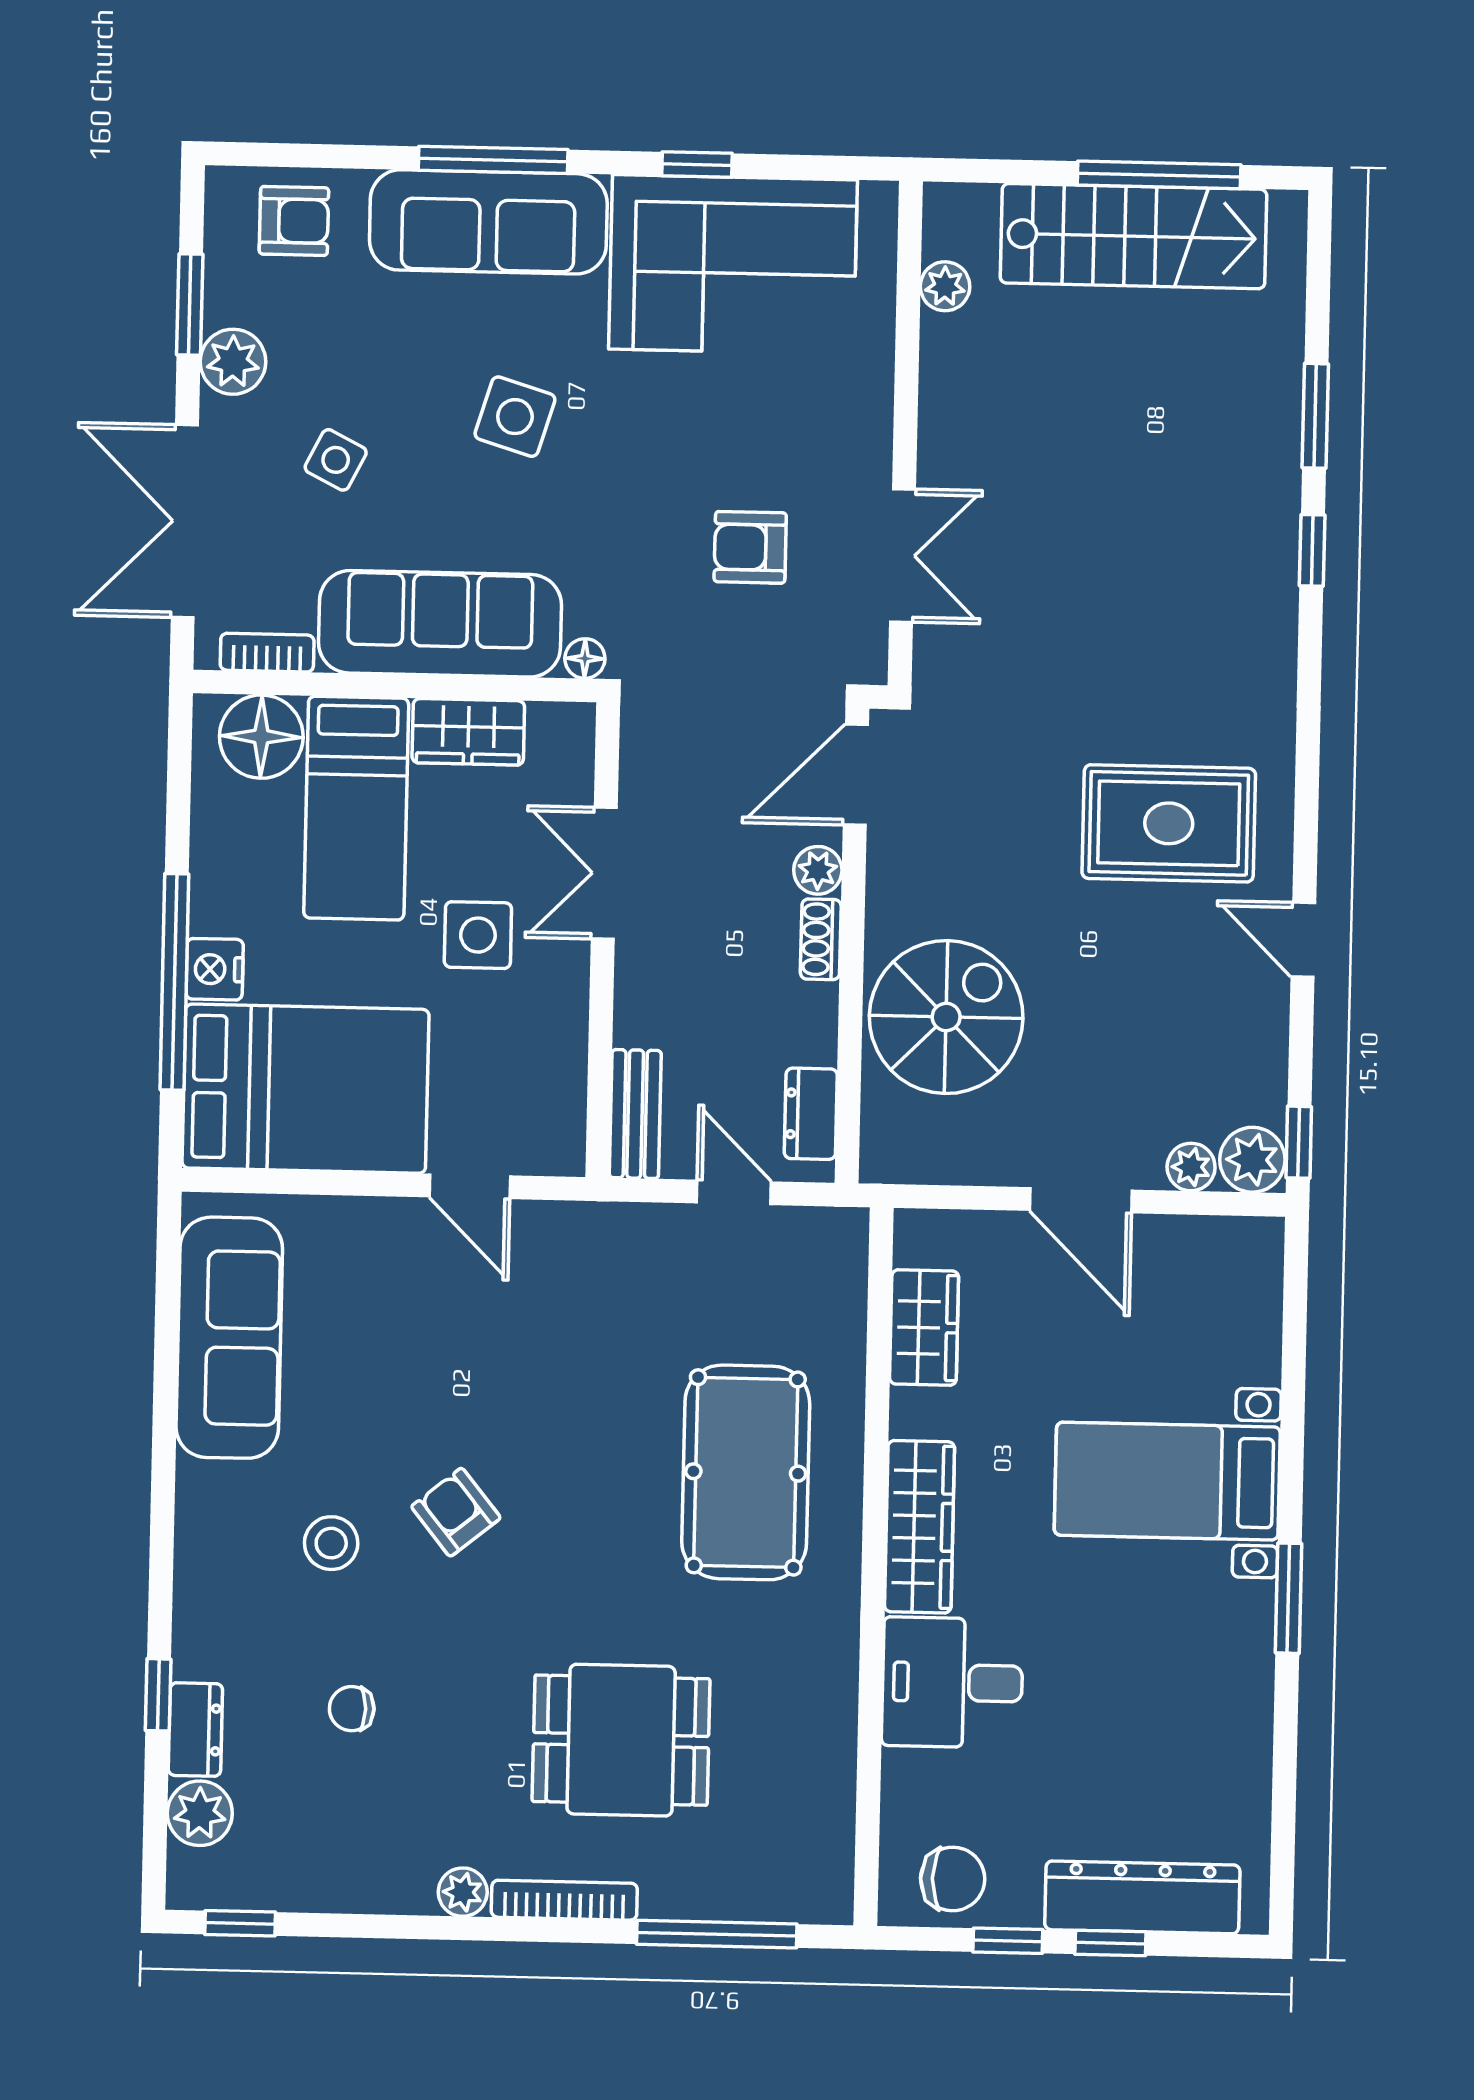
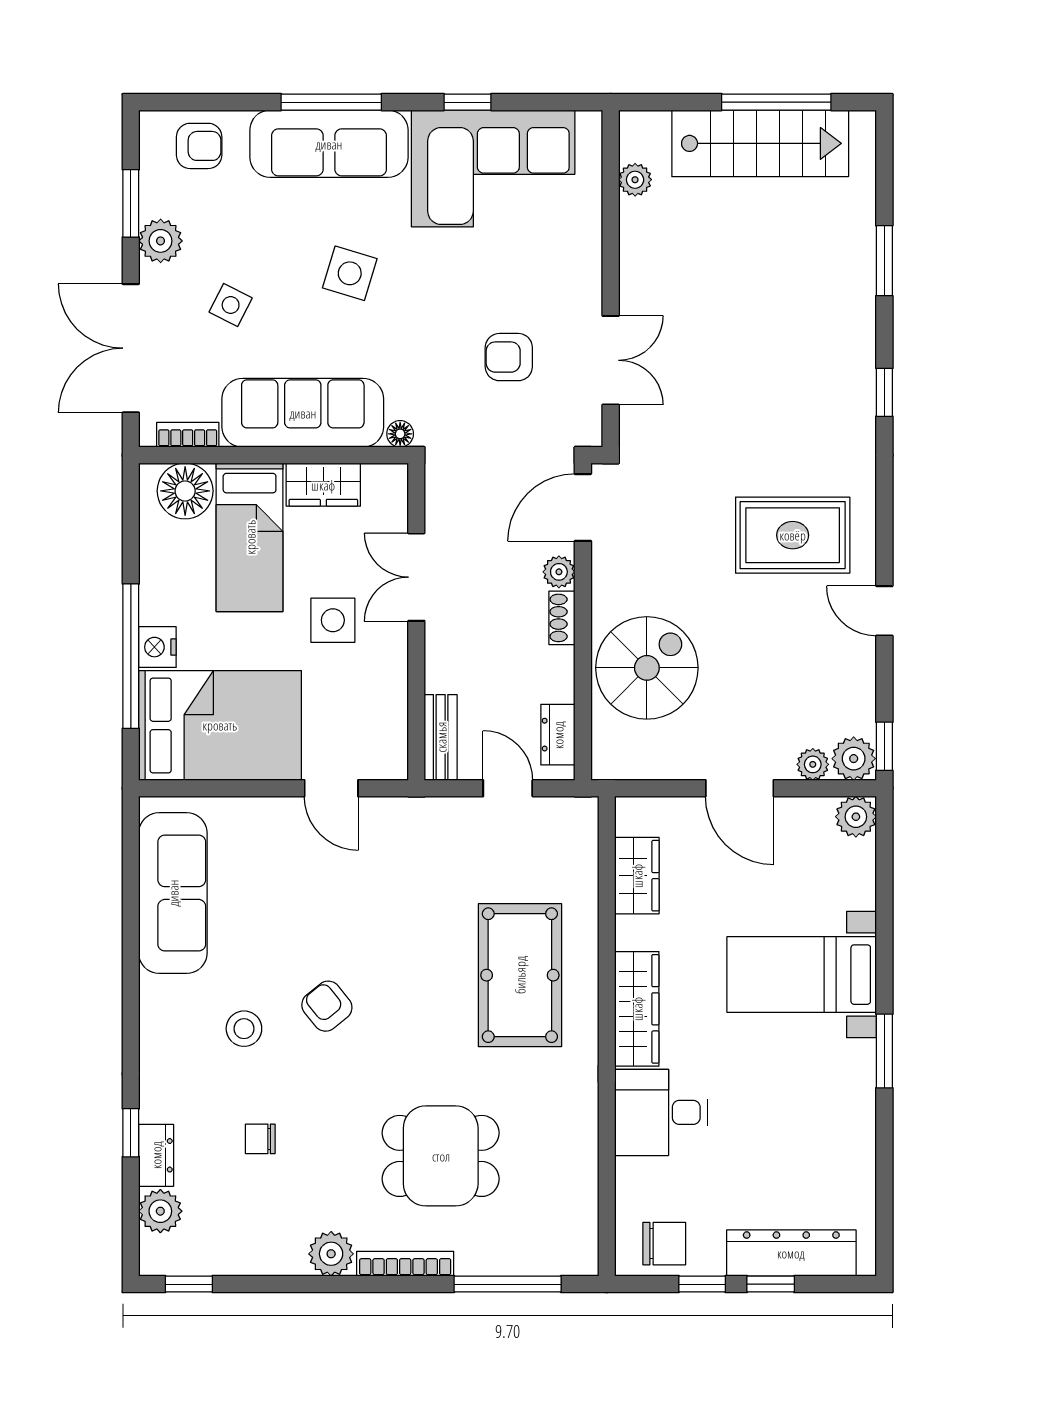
window: (1312, 550) -> (884, 392), moved
plant: (1254, 1247) -> (856, 817), added
plant: (463, 1892) -> (331, 1254), width x1.38, depth x1.38

